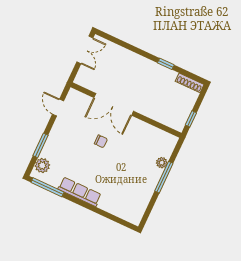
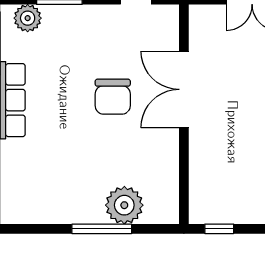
chair: (101, 141) -> (113, 97), width x1.87, depth x1.87
plant: (162, 163) -> (124, 205), width x1.87, depth x1.87

